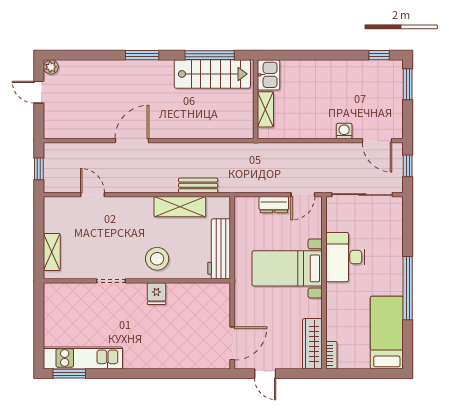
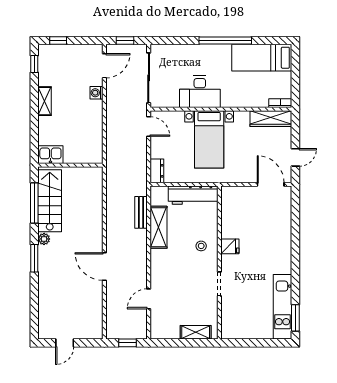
plant: (51, 67) -> (44, 239), moved
window: (408, 84) -> (58, 41), width x0.67
shelving: (265, 109) -> (45, 101), moved, turned 90
dresser: (274, 205) -> (157, 171), moved
stool: (157, 259) -> (201, 246), width x0.53, depth x0.53

